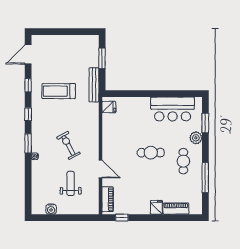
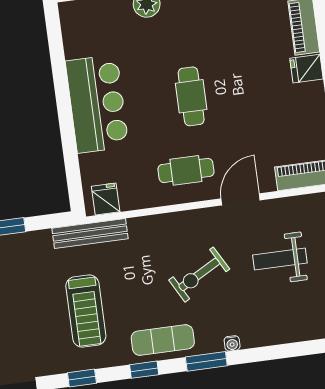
bench: (94, 85) -> (90, 234), moved
bar counter: (173, 109) -> (97, 104), moved
exercise mat: (41, 125) -> (163, 340), added
cafe table: (183, 161) -> (186, 170), moved

